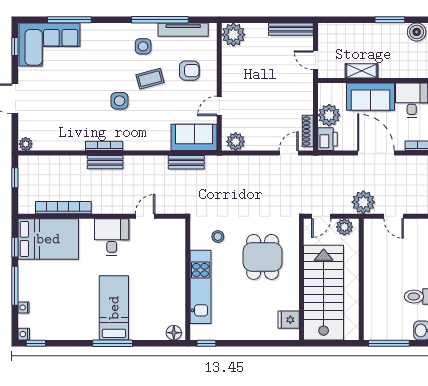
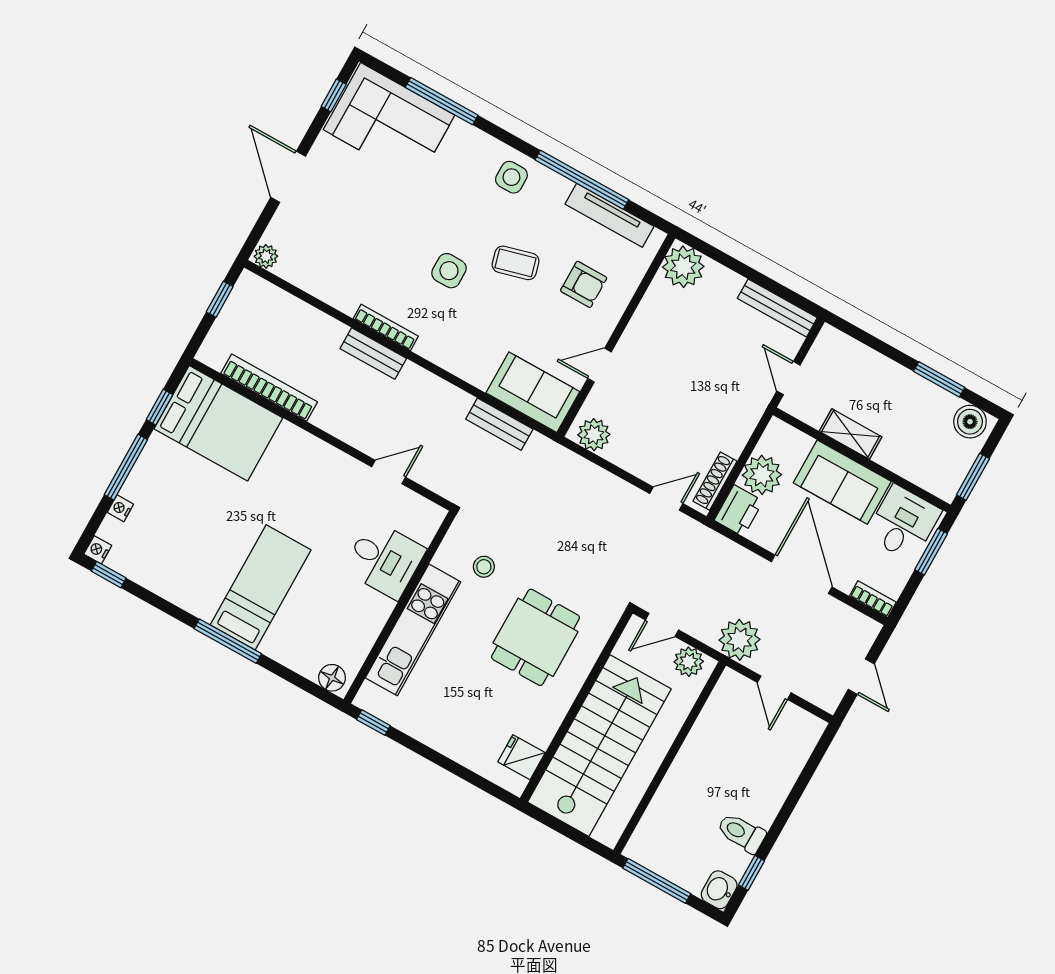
side table: (143, 46) -> (511, 177), moved
desk: (112, 237) -> (384, 559), moved, turned 90

